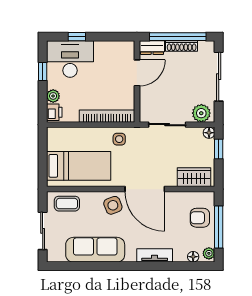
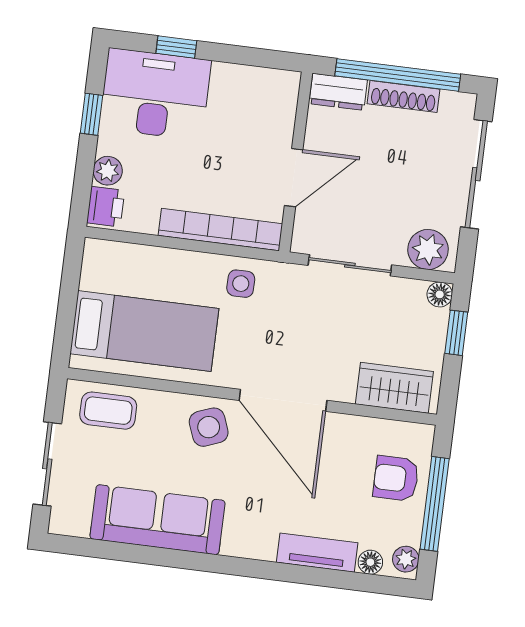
door: (137, 73) -> (294, 178), moved
tv unit: (155, 255) -> (317, 553), moved

